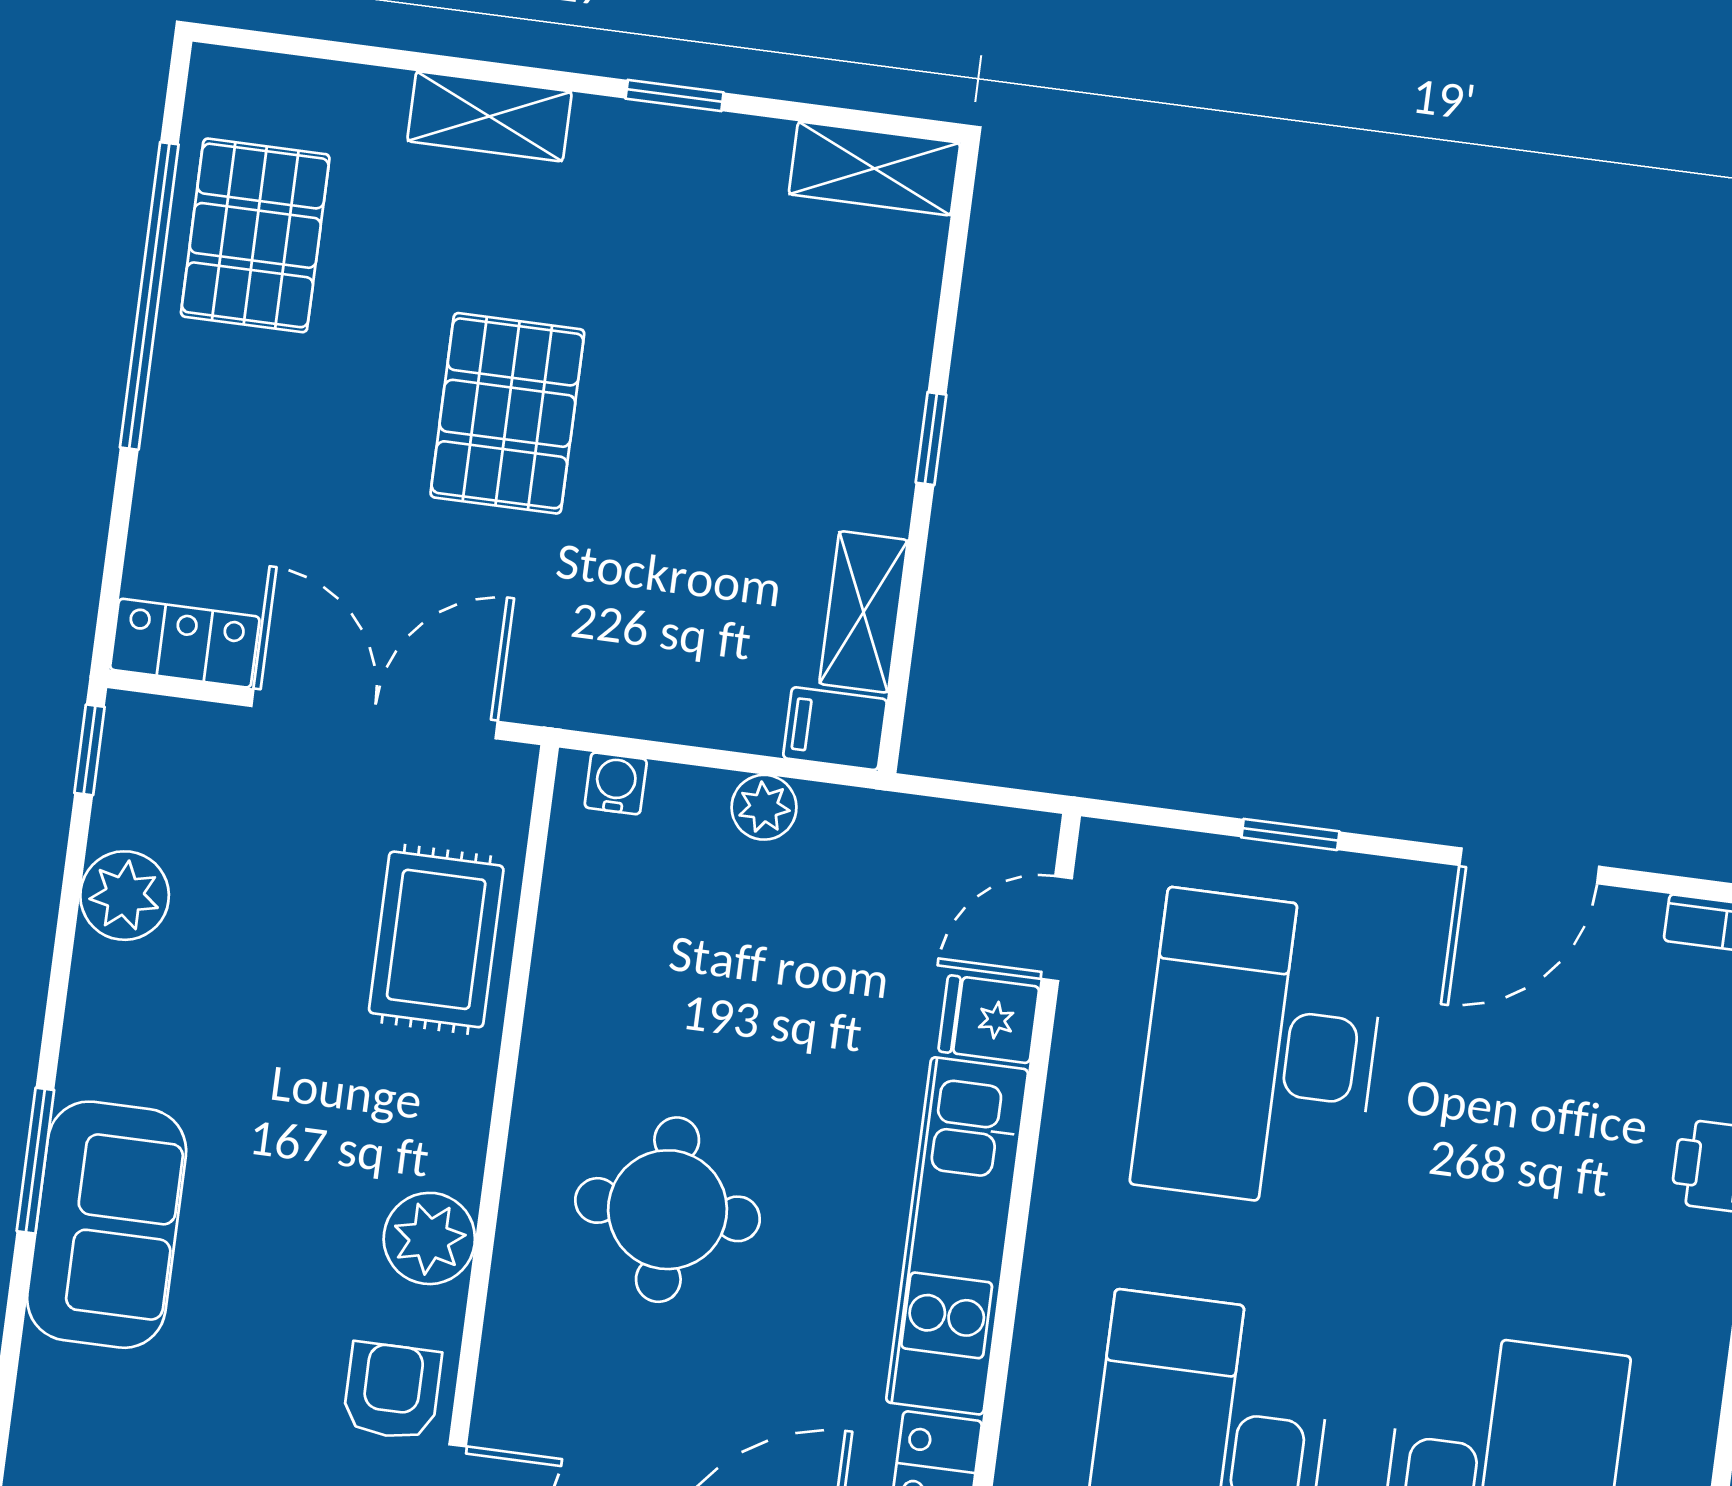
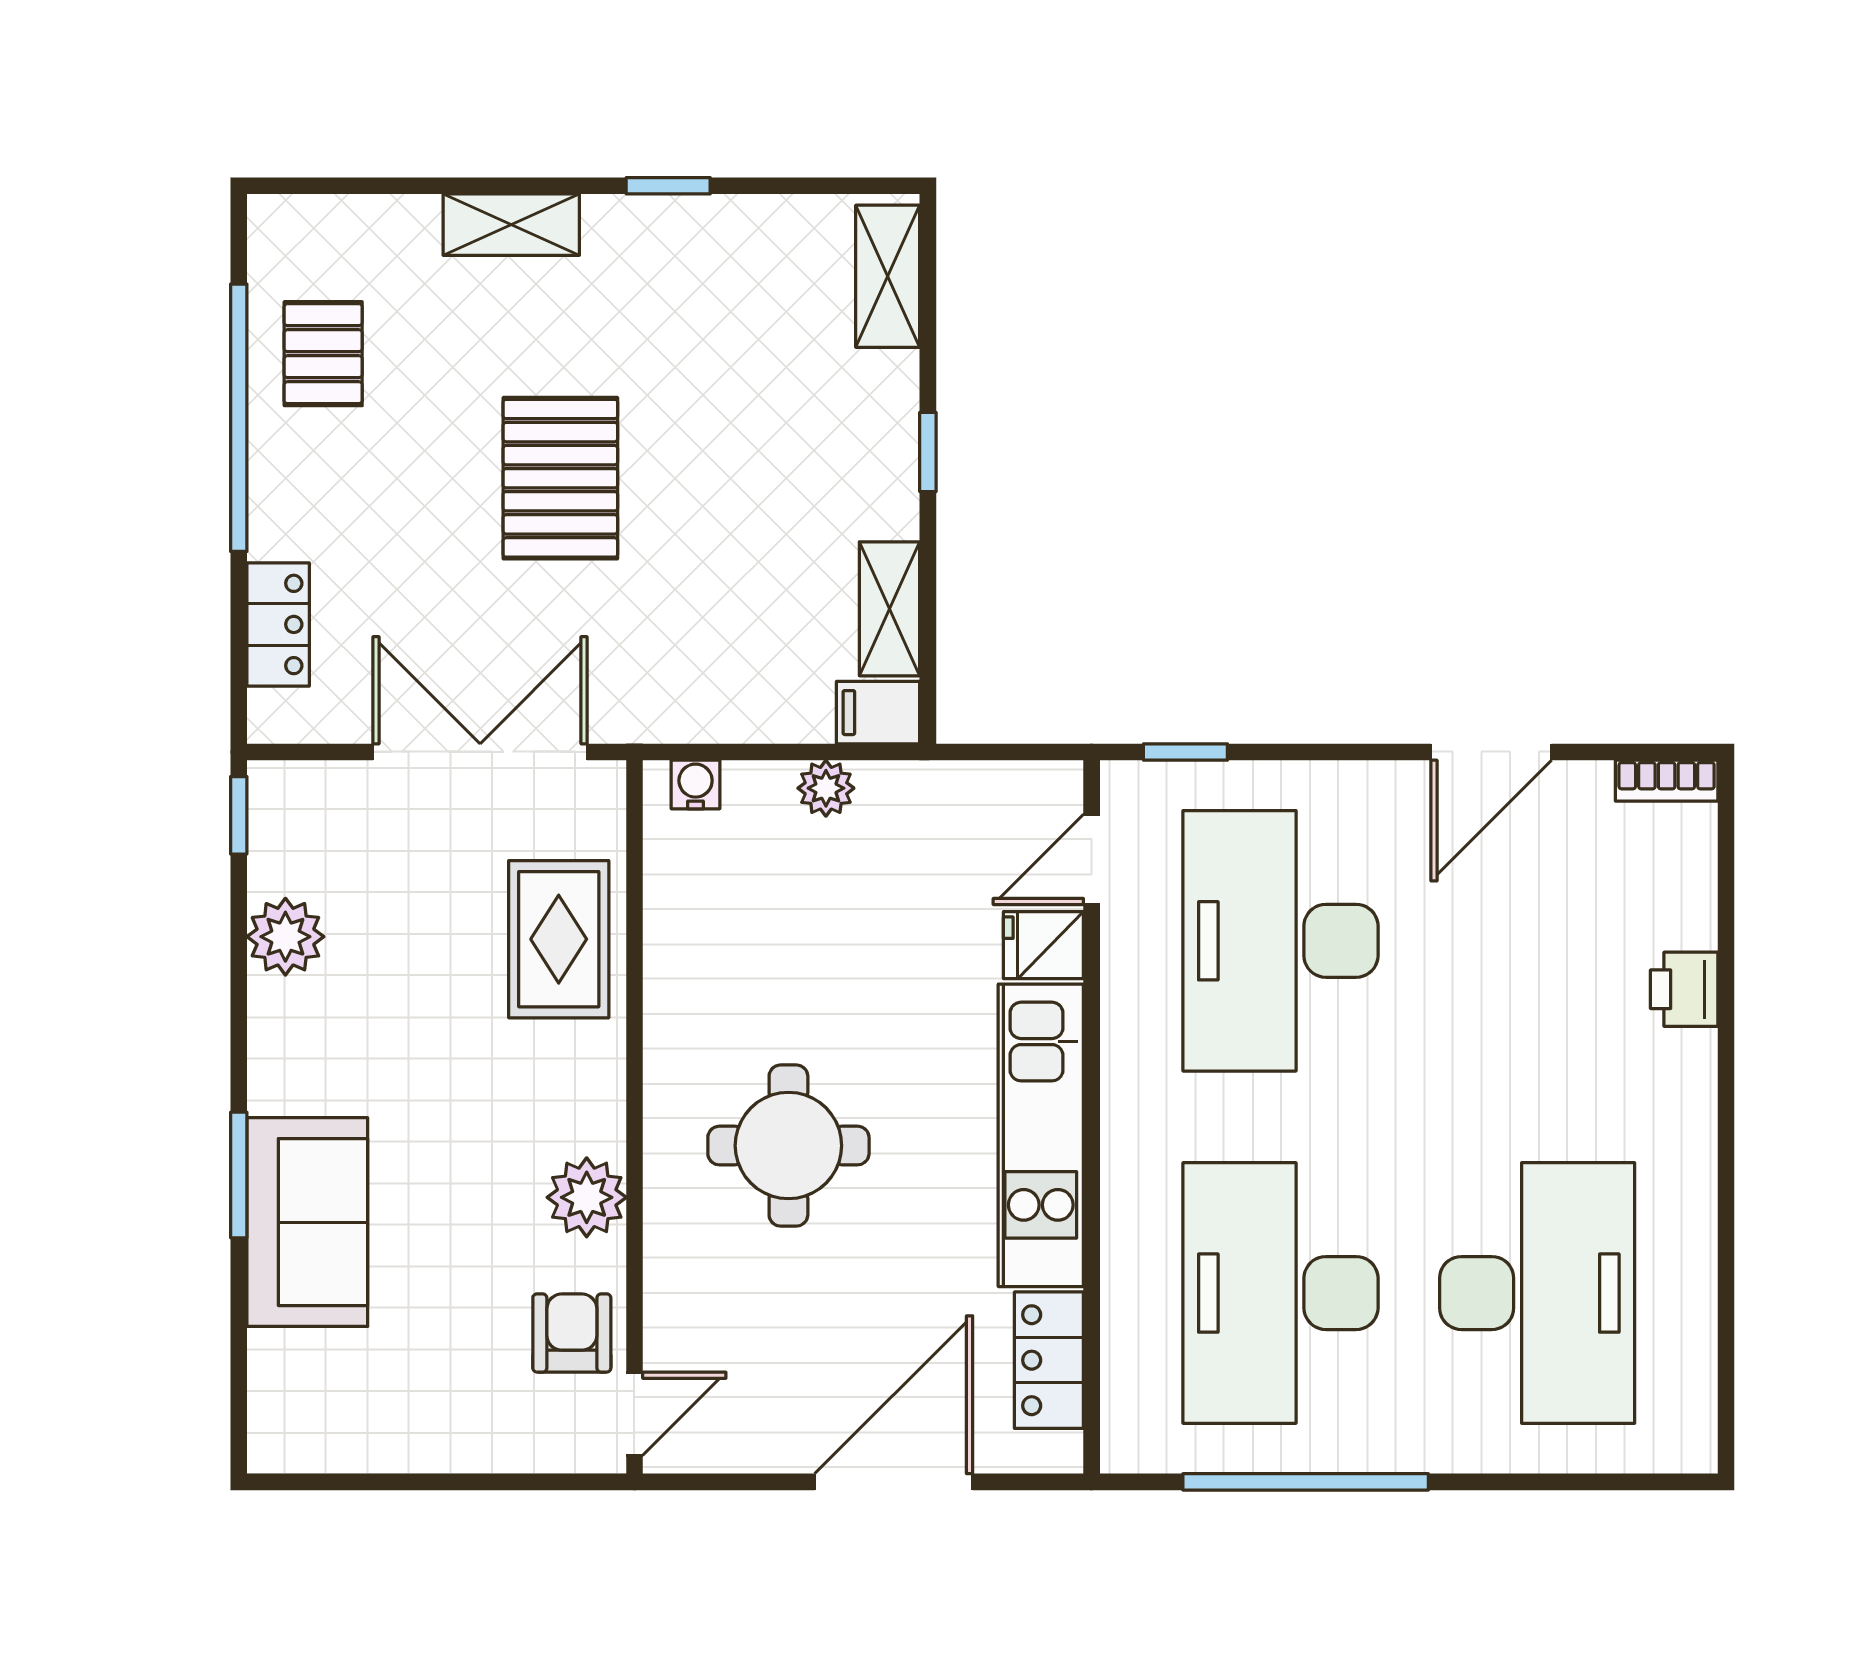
shelving: (874, 169) -> (888, 276), moved, turned 90
pallet: (255, 235) -> (323, 354), width x0.67, depth x0.71
locker: (185, 643) -> (278, 624), moved, turned 90
window: (1290, 834) -> (1185, 752), moved

